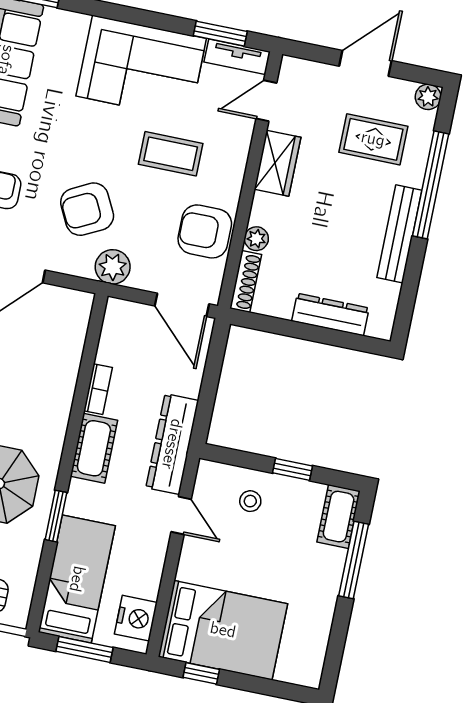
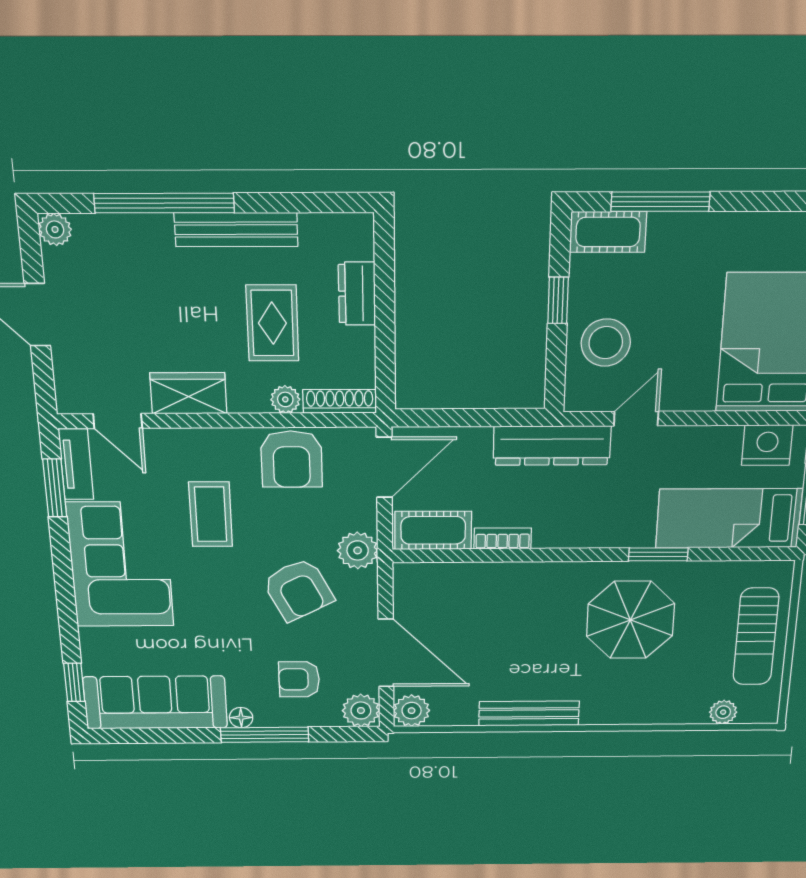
rug: (373, 139) -> (272, 323), moved
dresser: (330, 315) -> (357, 294), width x0.70
cot: (94, 448) -> (433, 530), moved
stool: (250, 501) -> (606, 343), width x1.89, depth x1.89

